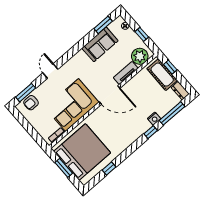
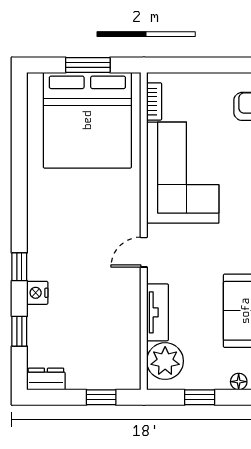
cot: (162, 75) -> (100, 372), removed
door: (110, 95) -> (144, 252), width x0.53
window: (172, 113) -> (19, 331), width x0.46
window: (109, 168) -> (19, 141), removed

